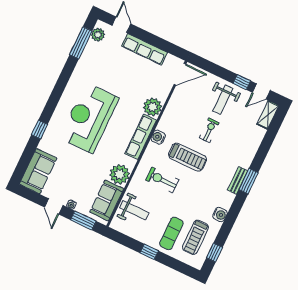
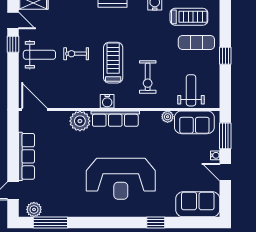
plant: (120, 174) -> (168, 117), width x0.53, depth x0.53
door: (54, 206) -> (225, 172), swing flipped

